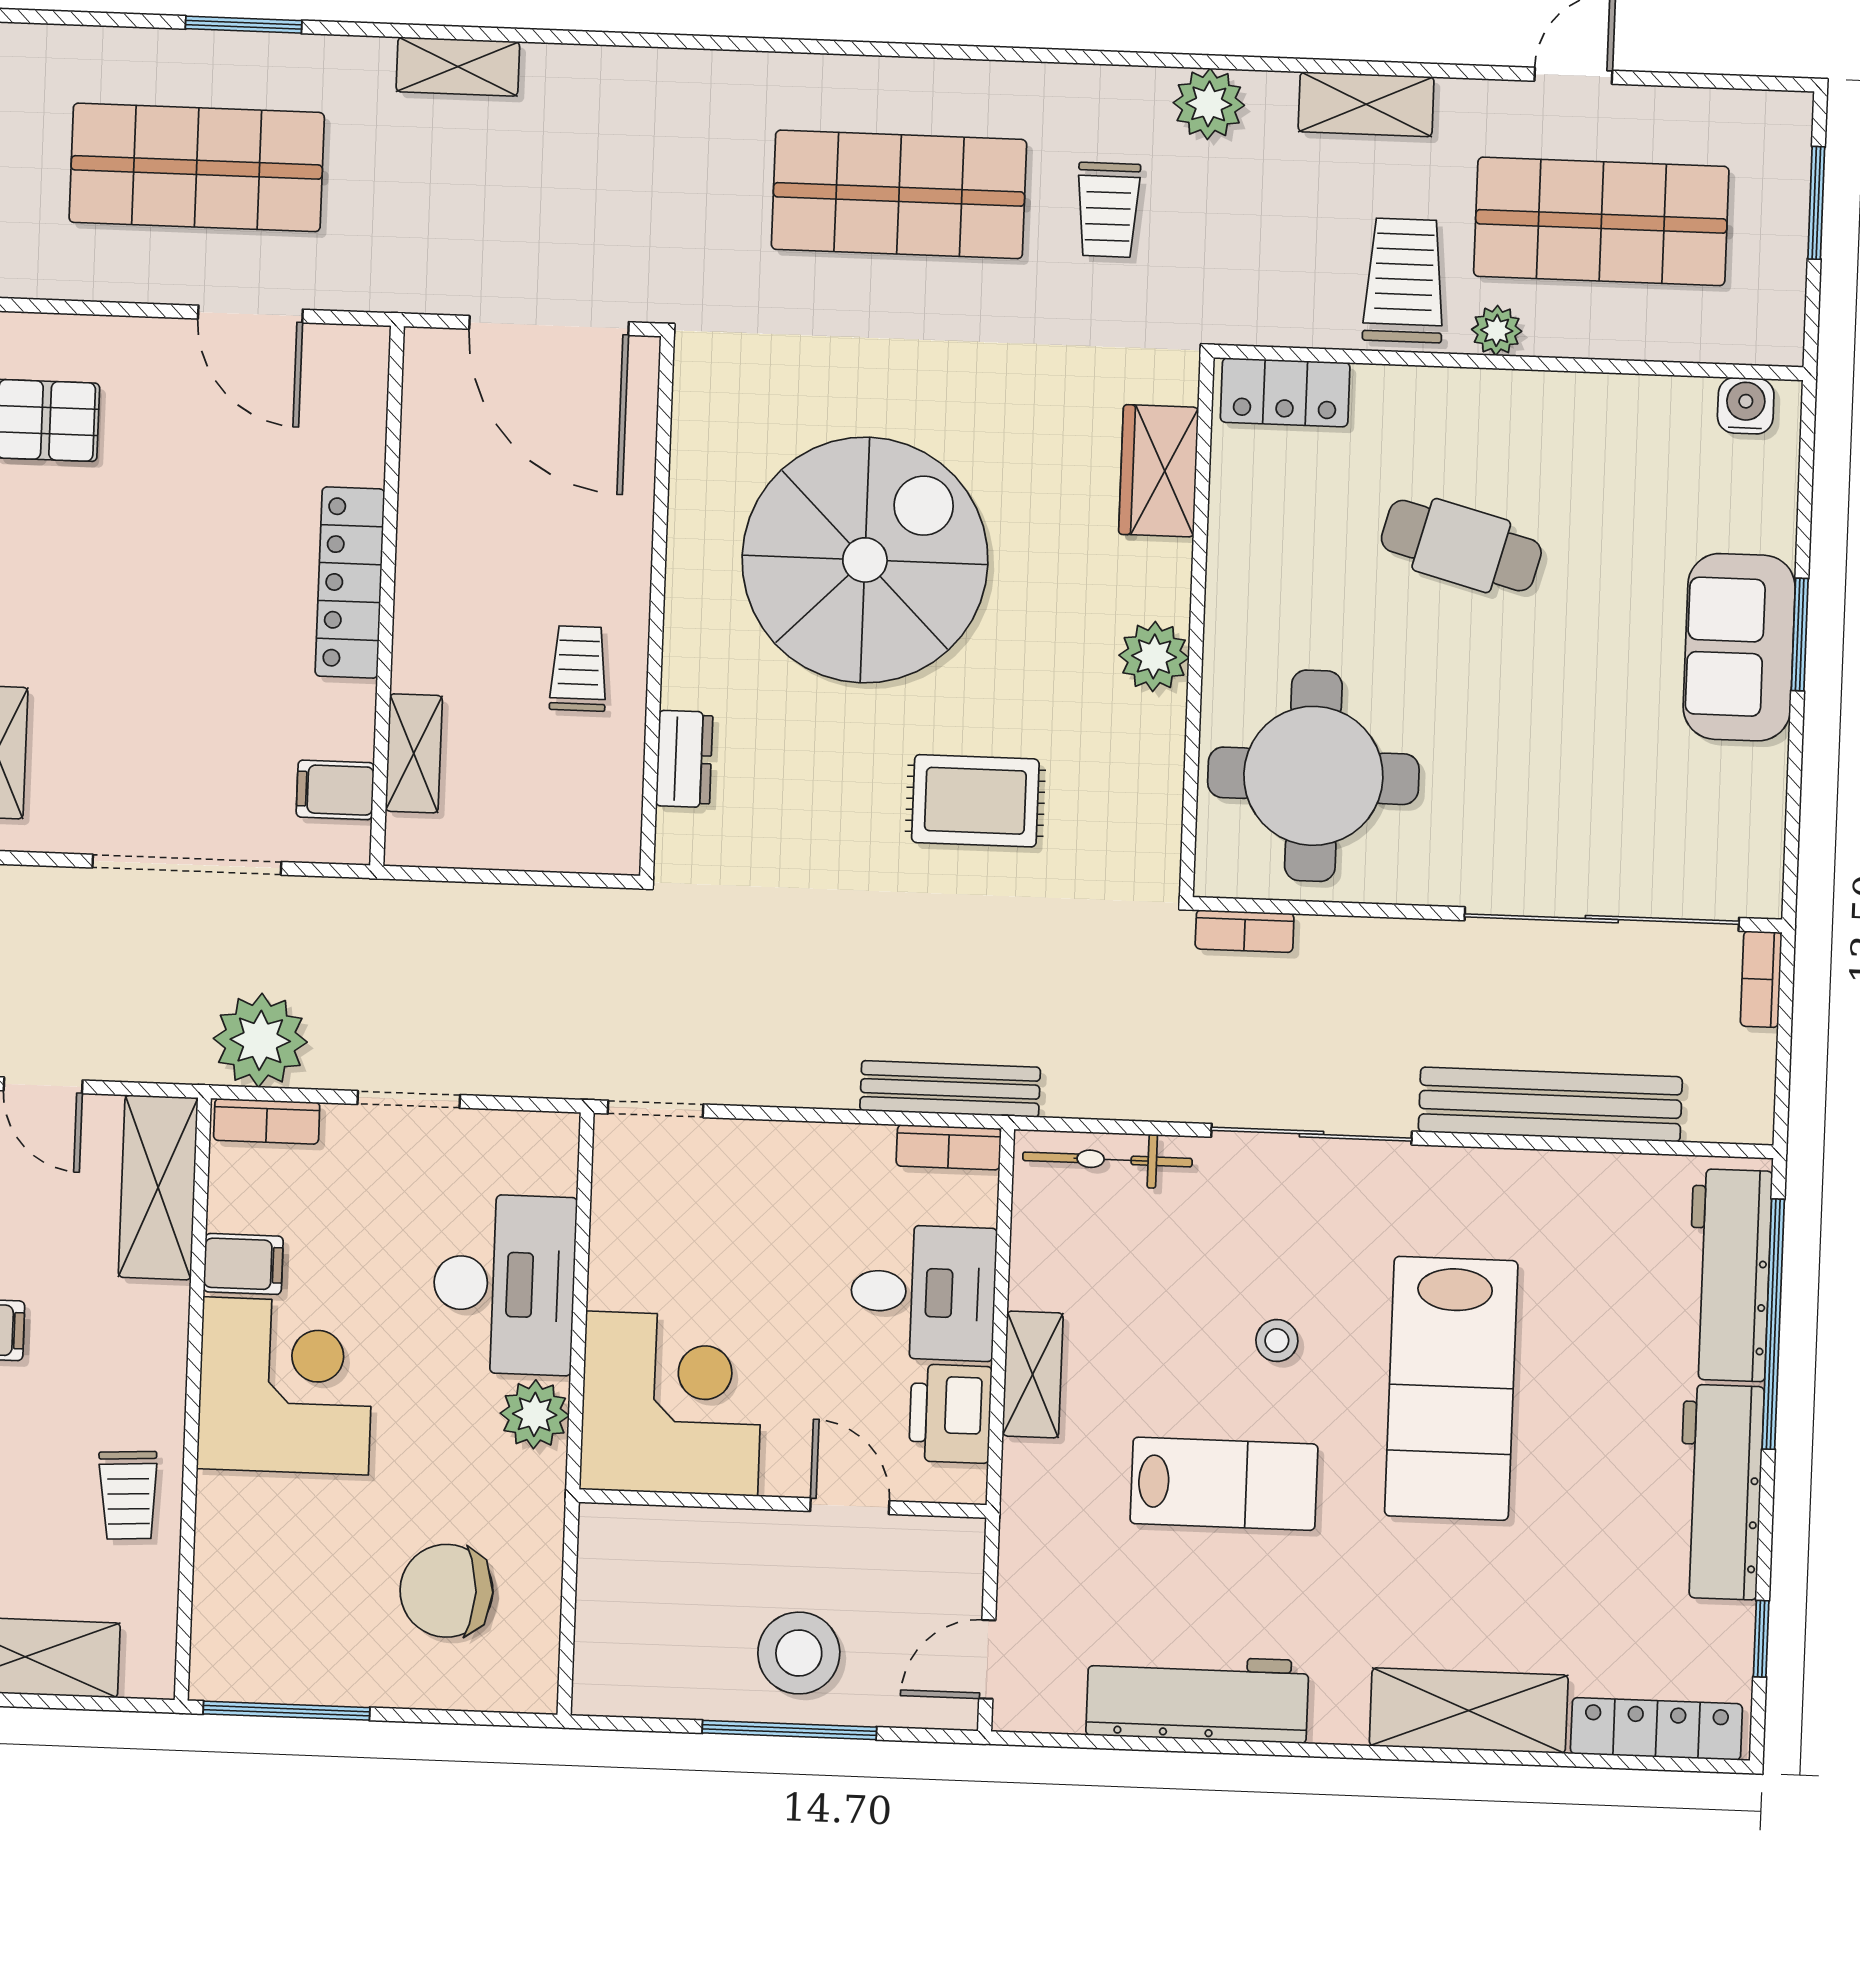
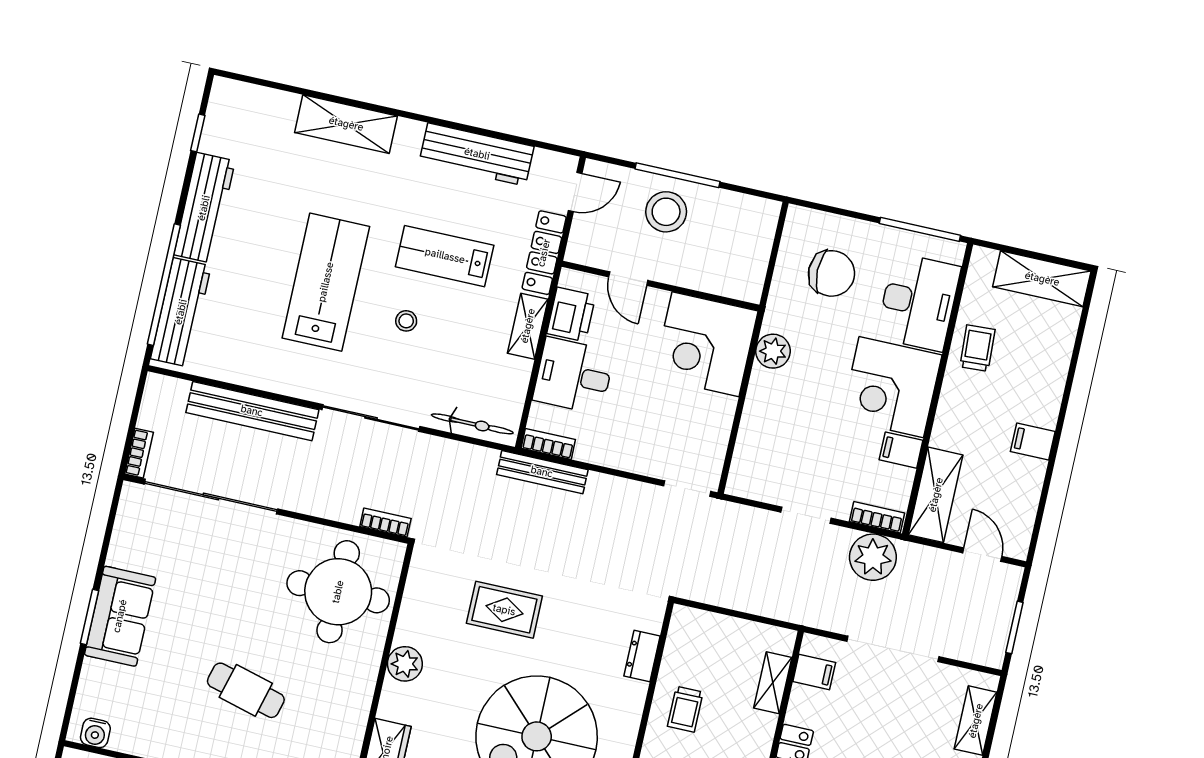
desk: (504, 1284) -> (918, 302), moved, turned 180
locker: (1656, 1729) -> (544, 253), moved, turned 90

